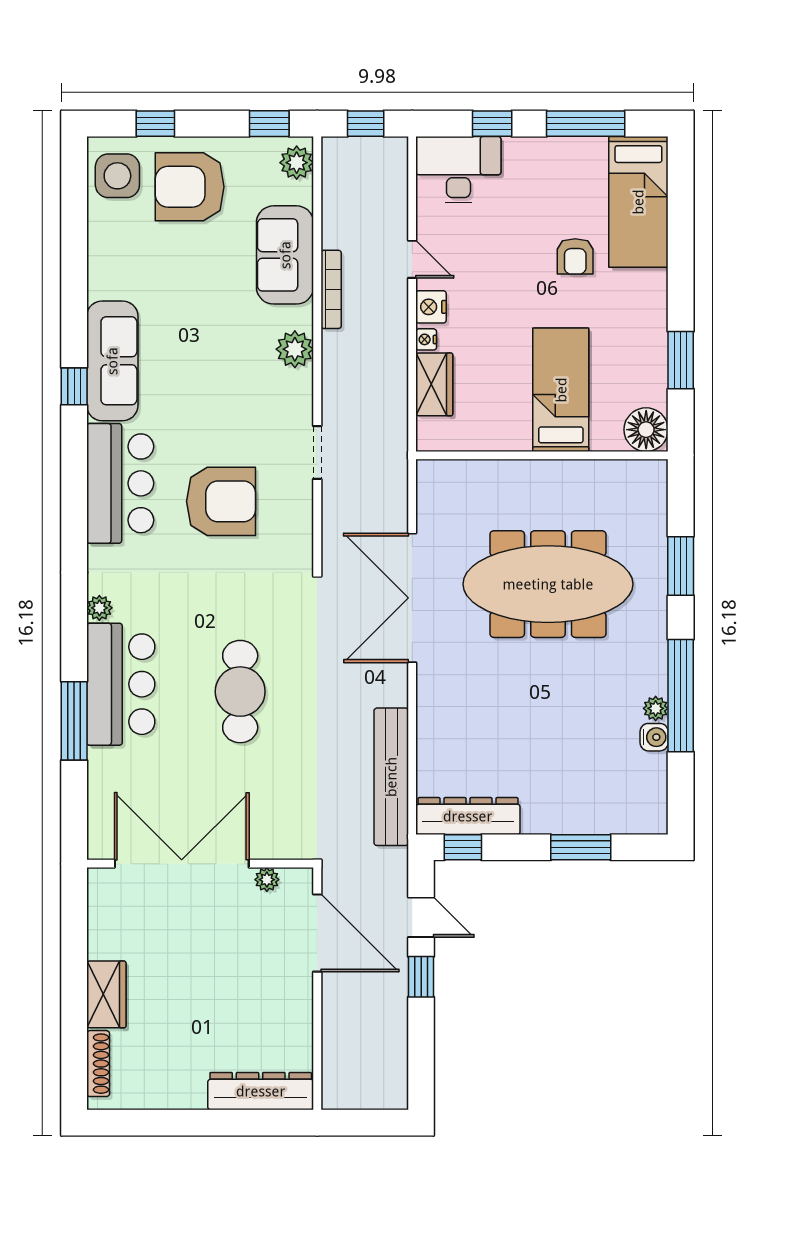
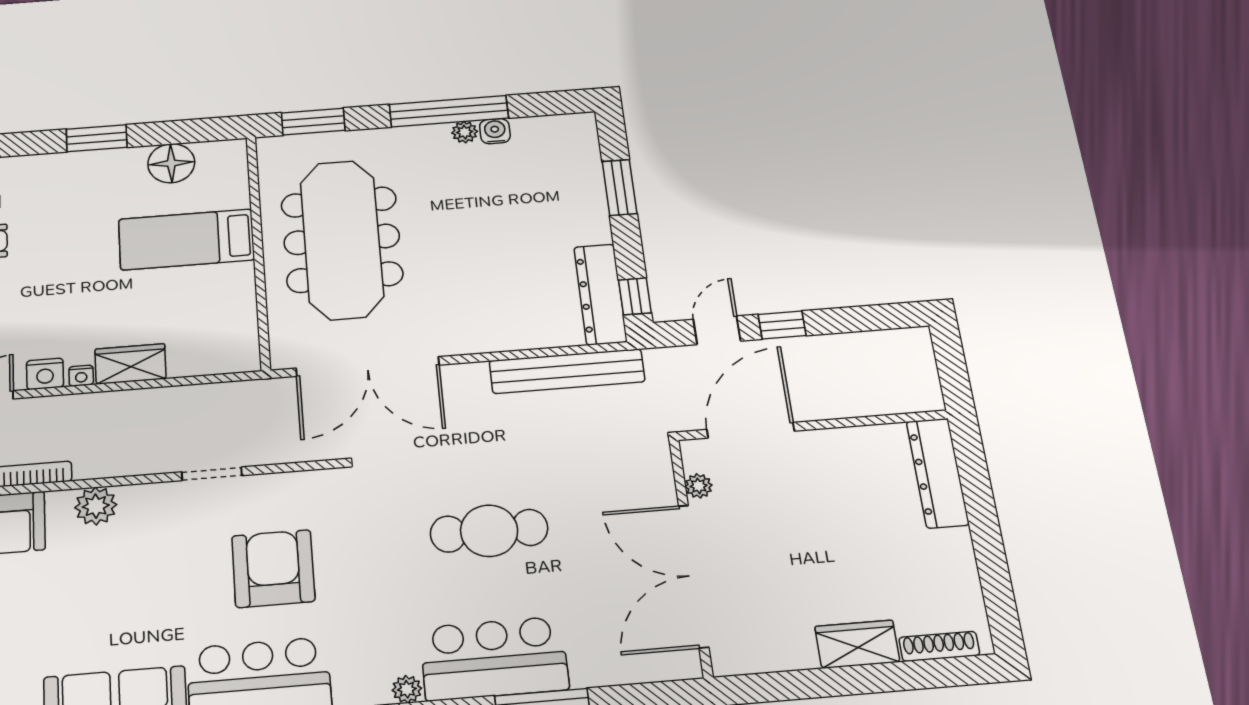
bed: (561, 390) -> (186, 240), moved
wall: (542, 455) -> (258, 251), moved

